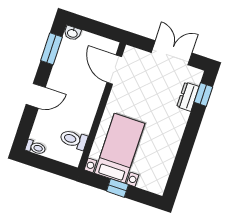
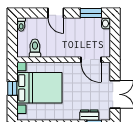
door: (114, 70) -> (91, 60), swing flipped
bed with nightstands: (120, 148) -> (39, 88), width x1.36

